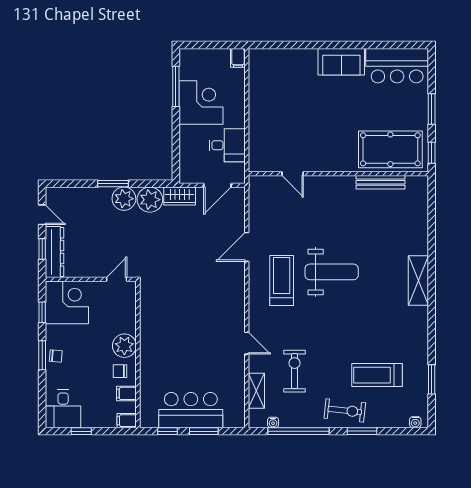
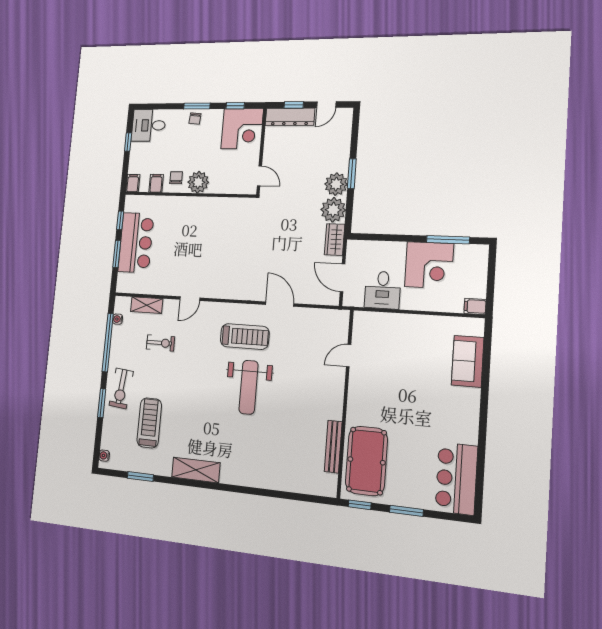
sofa: (341, 62) -> (468, 361), moved
shelving: (418, 281) -> (196, 470), moved
exercise bike: (295, 371) -> (161, 343), width x0.73, depth x0.72

